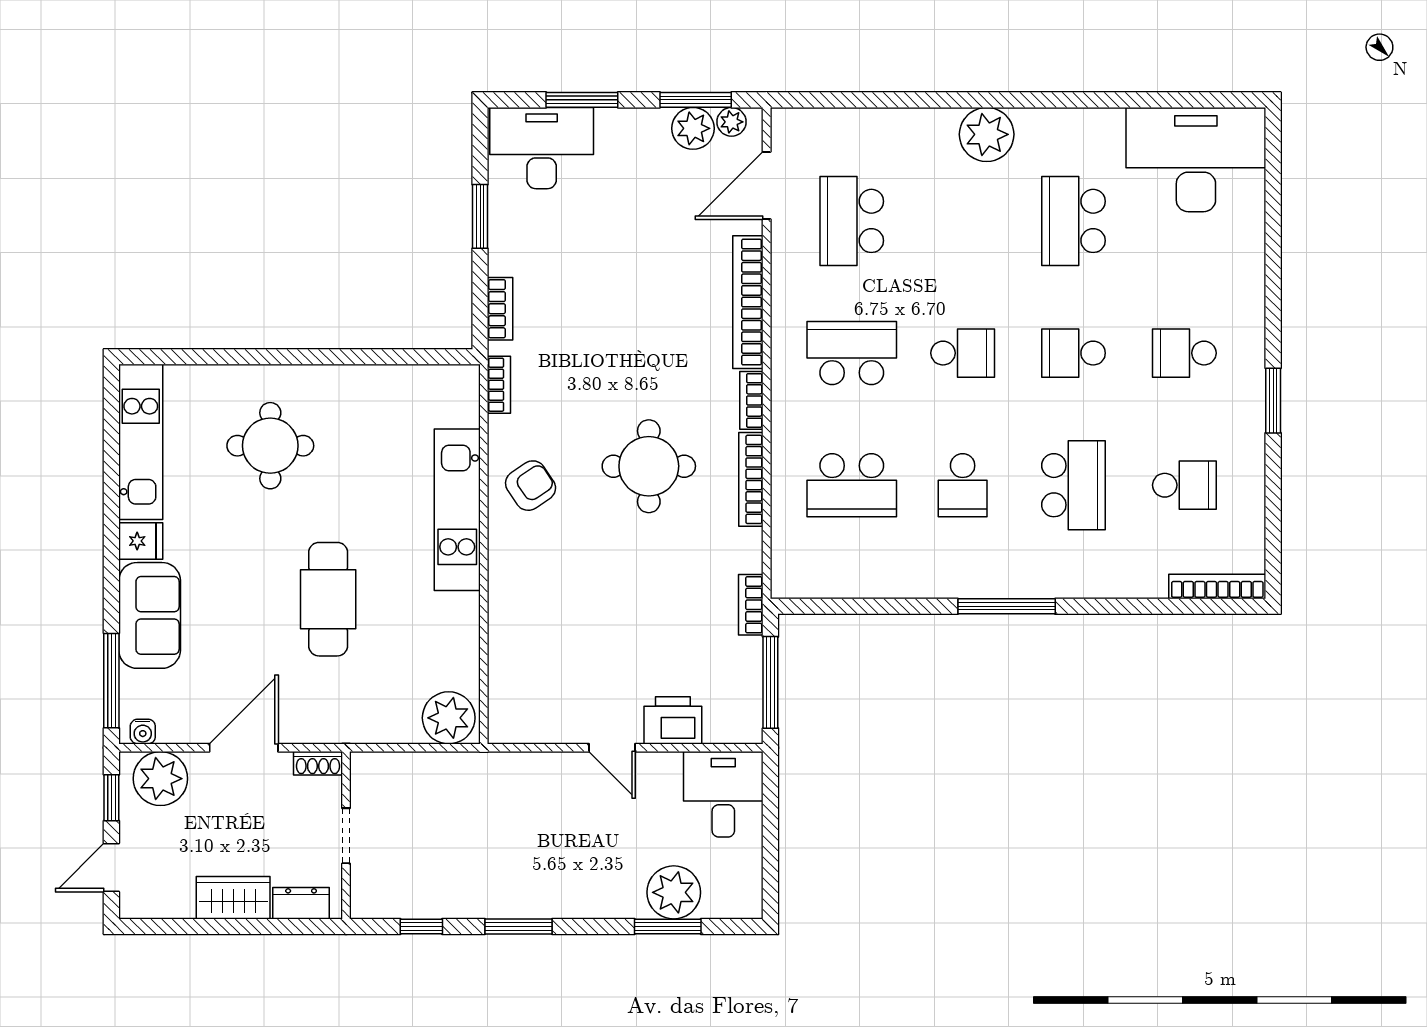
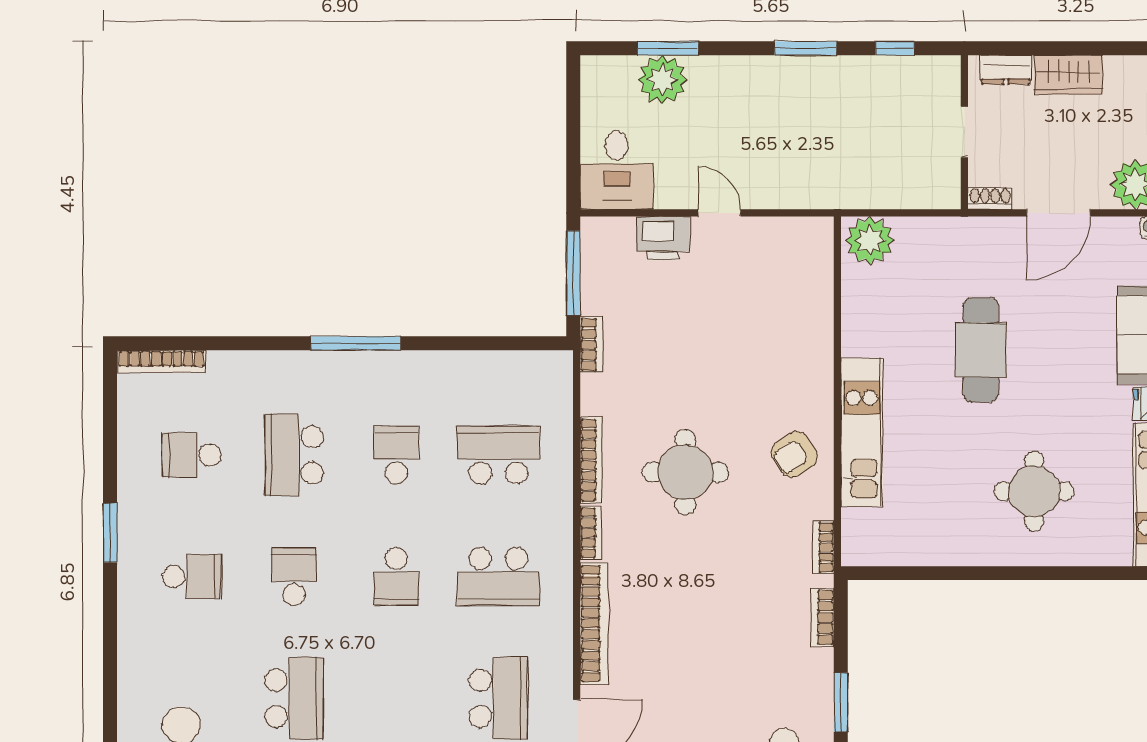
school desk: (963, 353) -> (396, 577), turned -90
school desk: (1073, 353) -> (294, 577), turned -90

